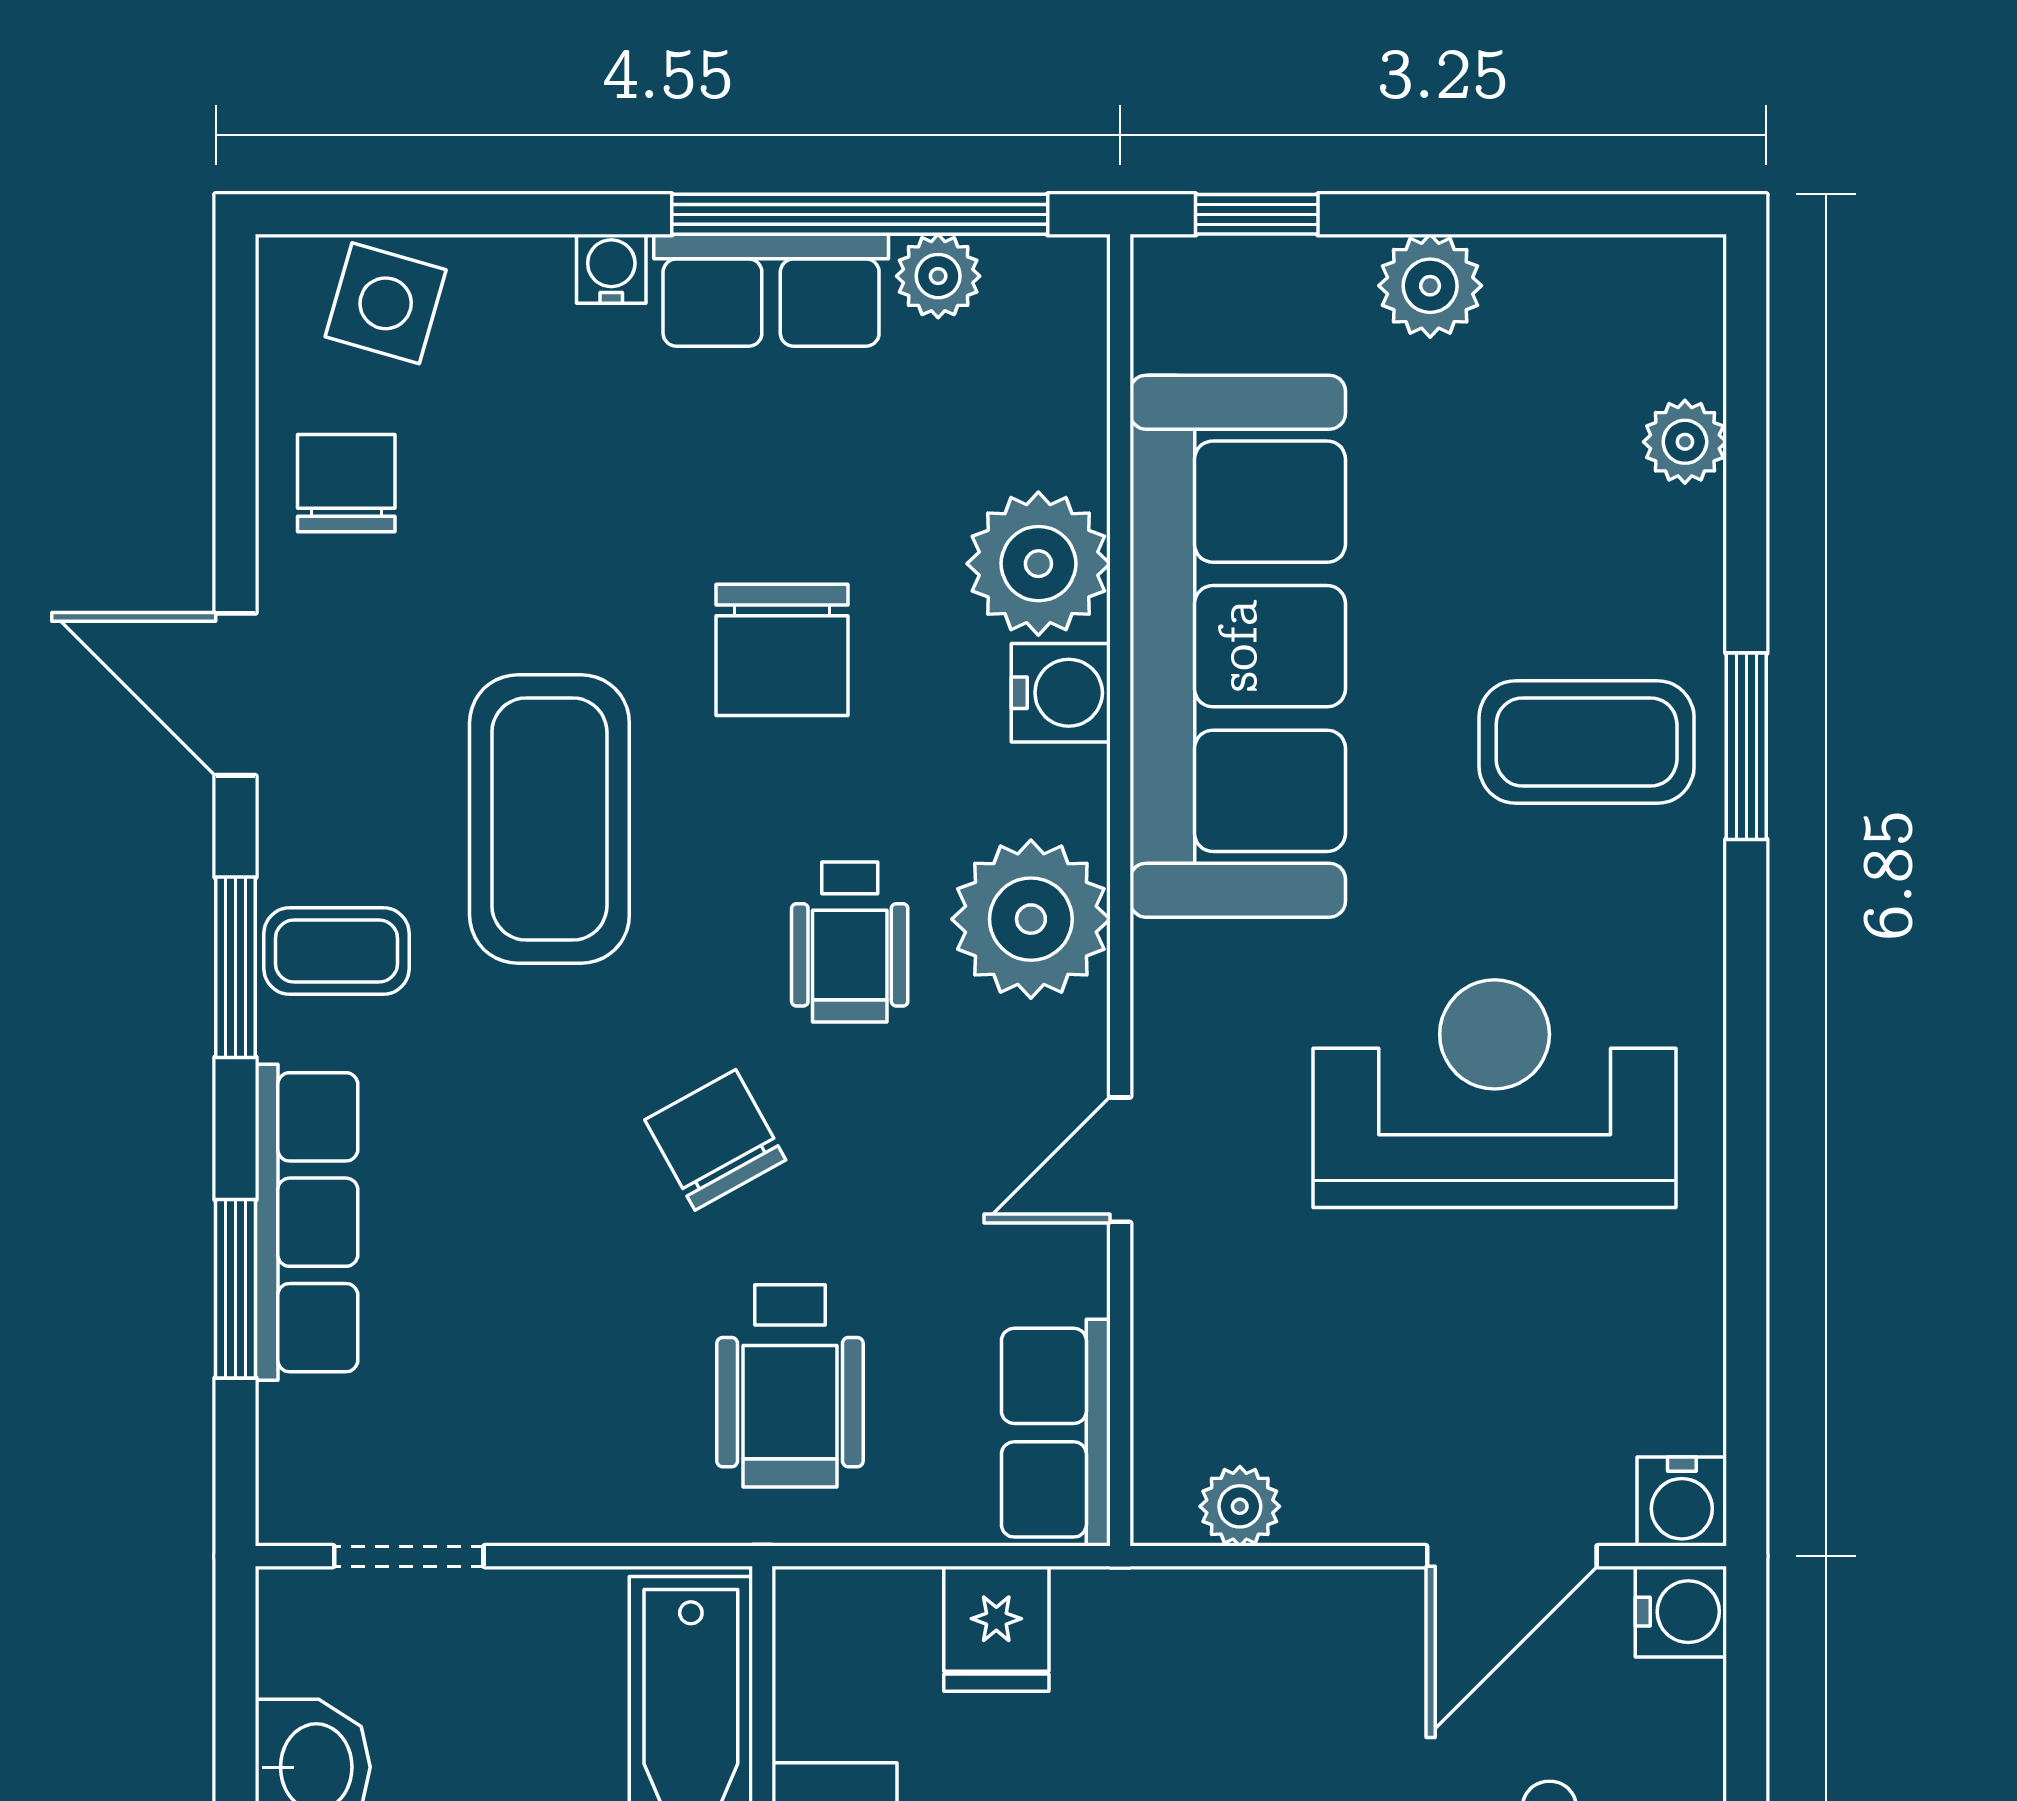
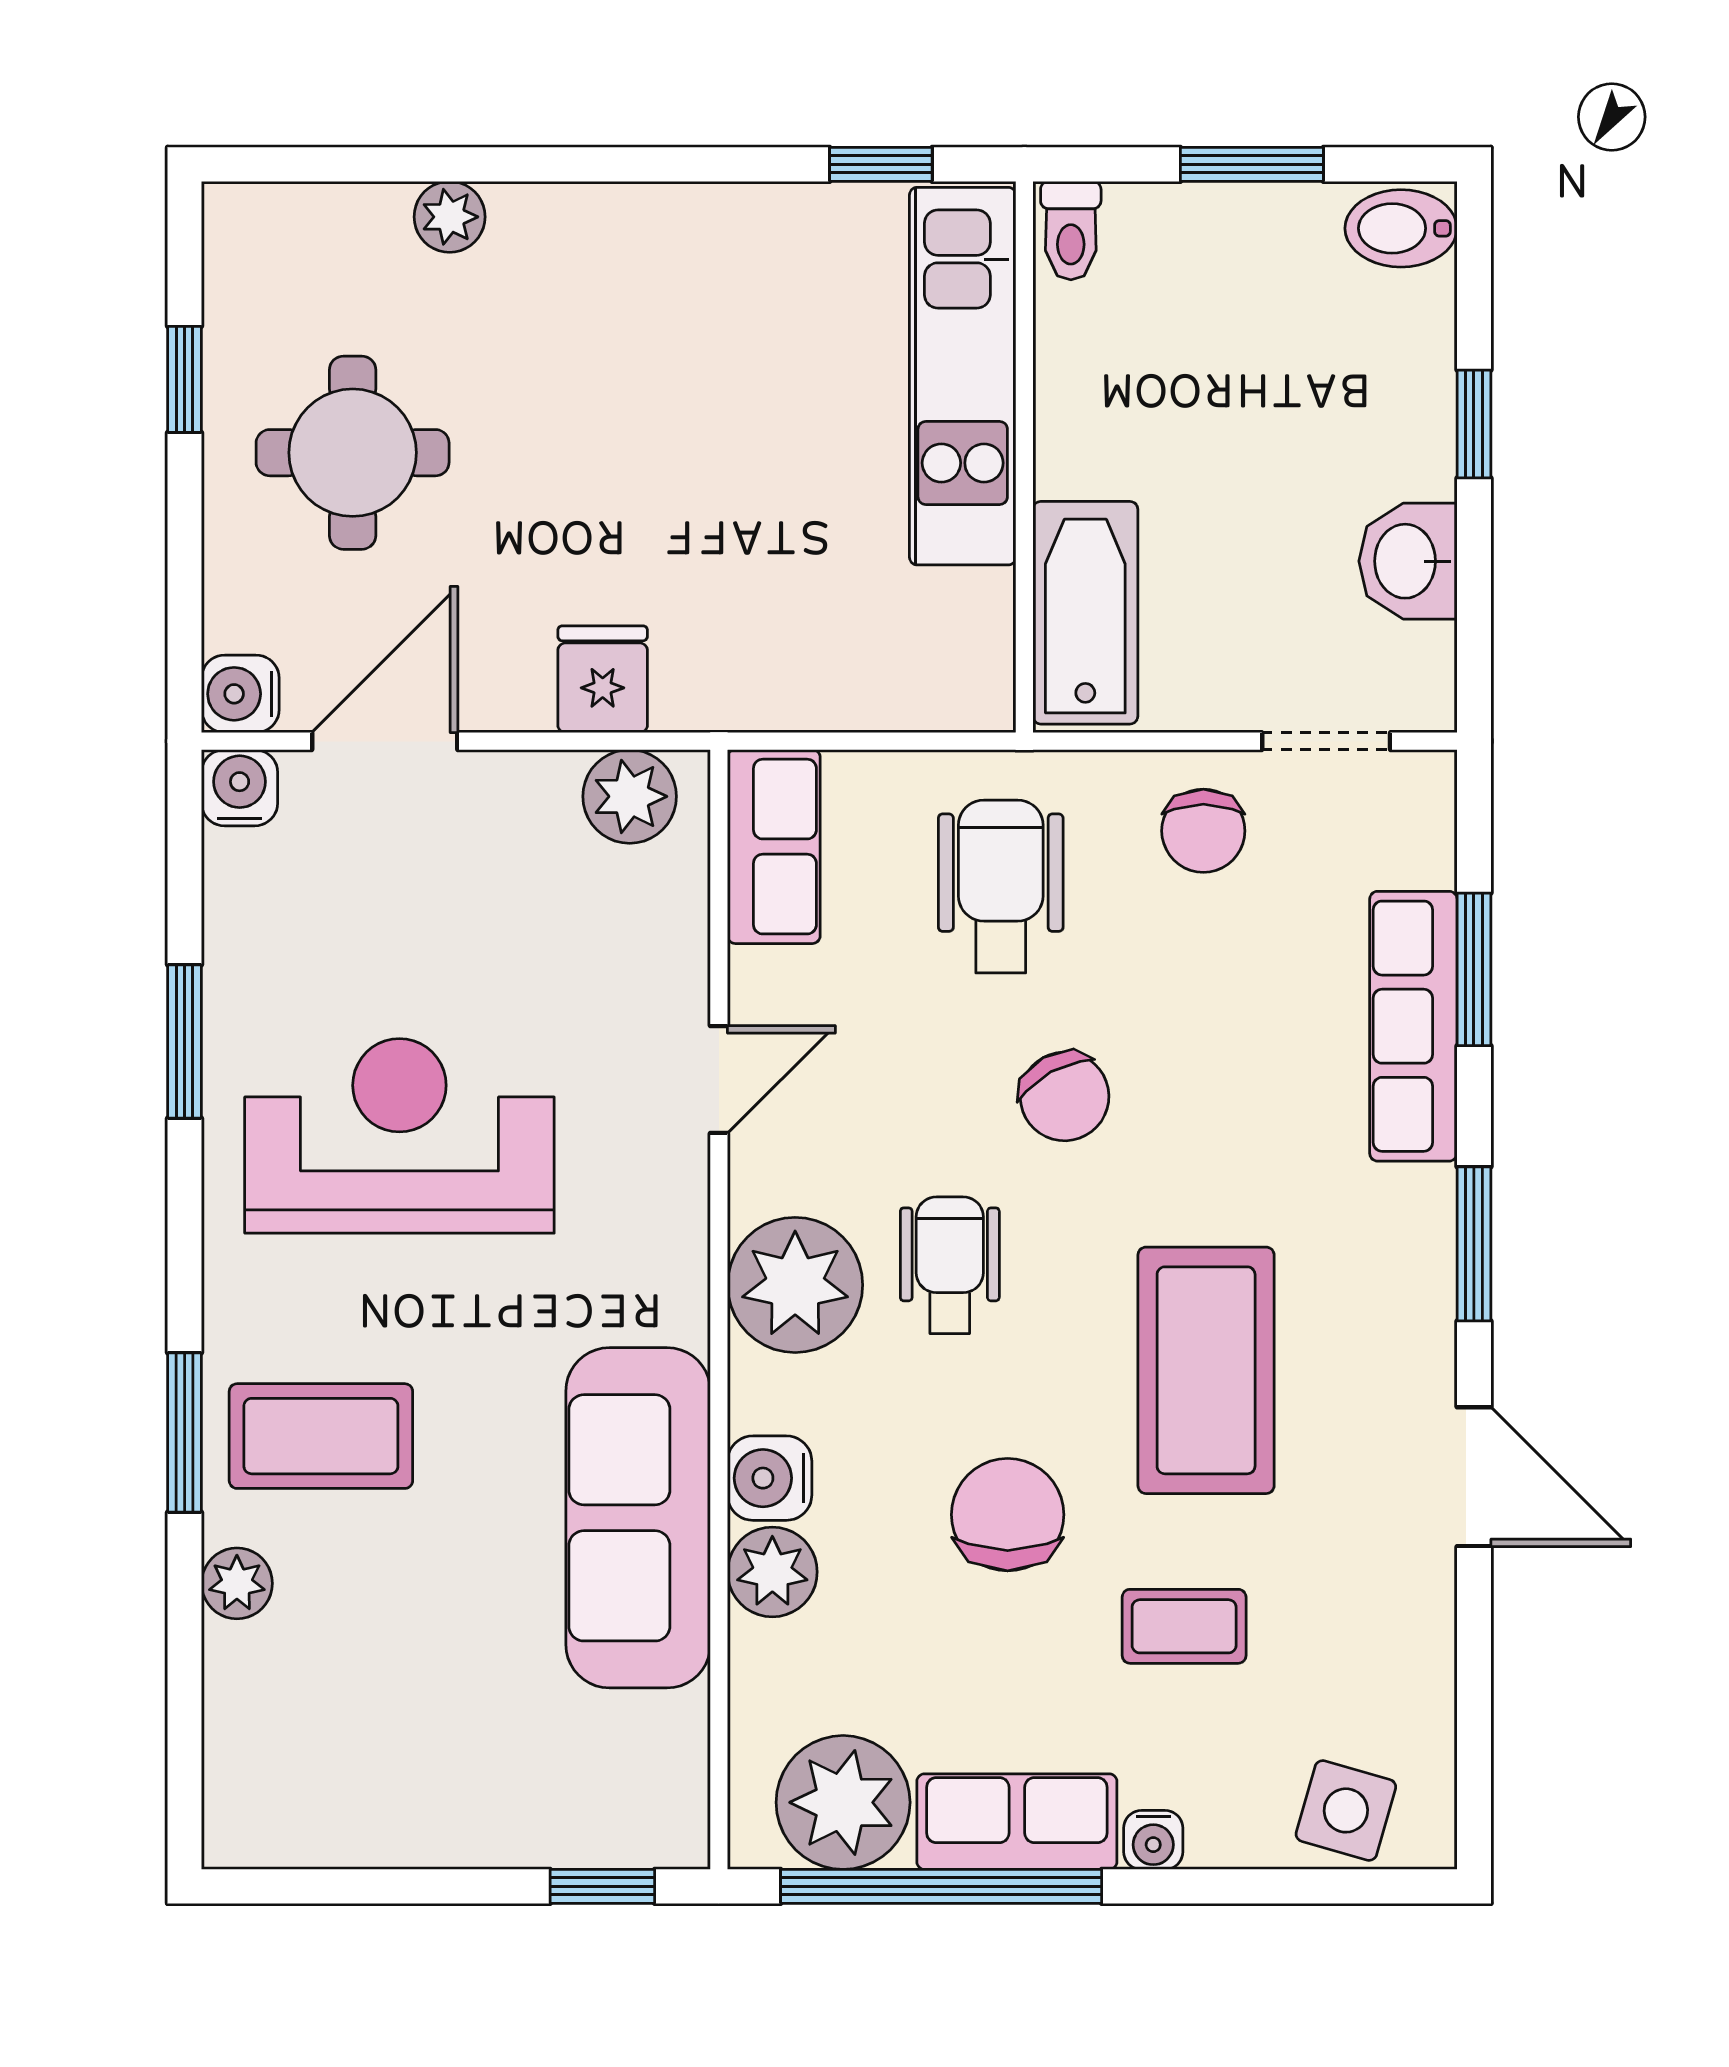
plant: (938, 276) -> (843, 1802), width x1.87, depth x1.87
plant: (1430, 286) -> (454, 1825), removed
plant: (1685, 442) -> (237, 1583), moved
chair: (346, 483) -> (1203, 831), moved
plant: (1038, 564) -> (772, 1572), width x0.73, depth x0.73
sofa: (1238, 646) -> (638, 1518), width x0.74, depth x0.79
coffee table: (336, 951) -> (1184, 1626), moved
reception desk: (1495, 1094) -> (399, 1136), turned 180
window: (1746, 1204) -> (185, 1041), added
plant: (1240, 1506) -> (630, 796), width x1.38, depth x1.38
fridge: (996, 1629) -> (603, 679), moved

